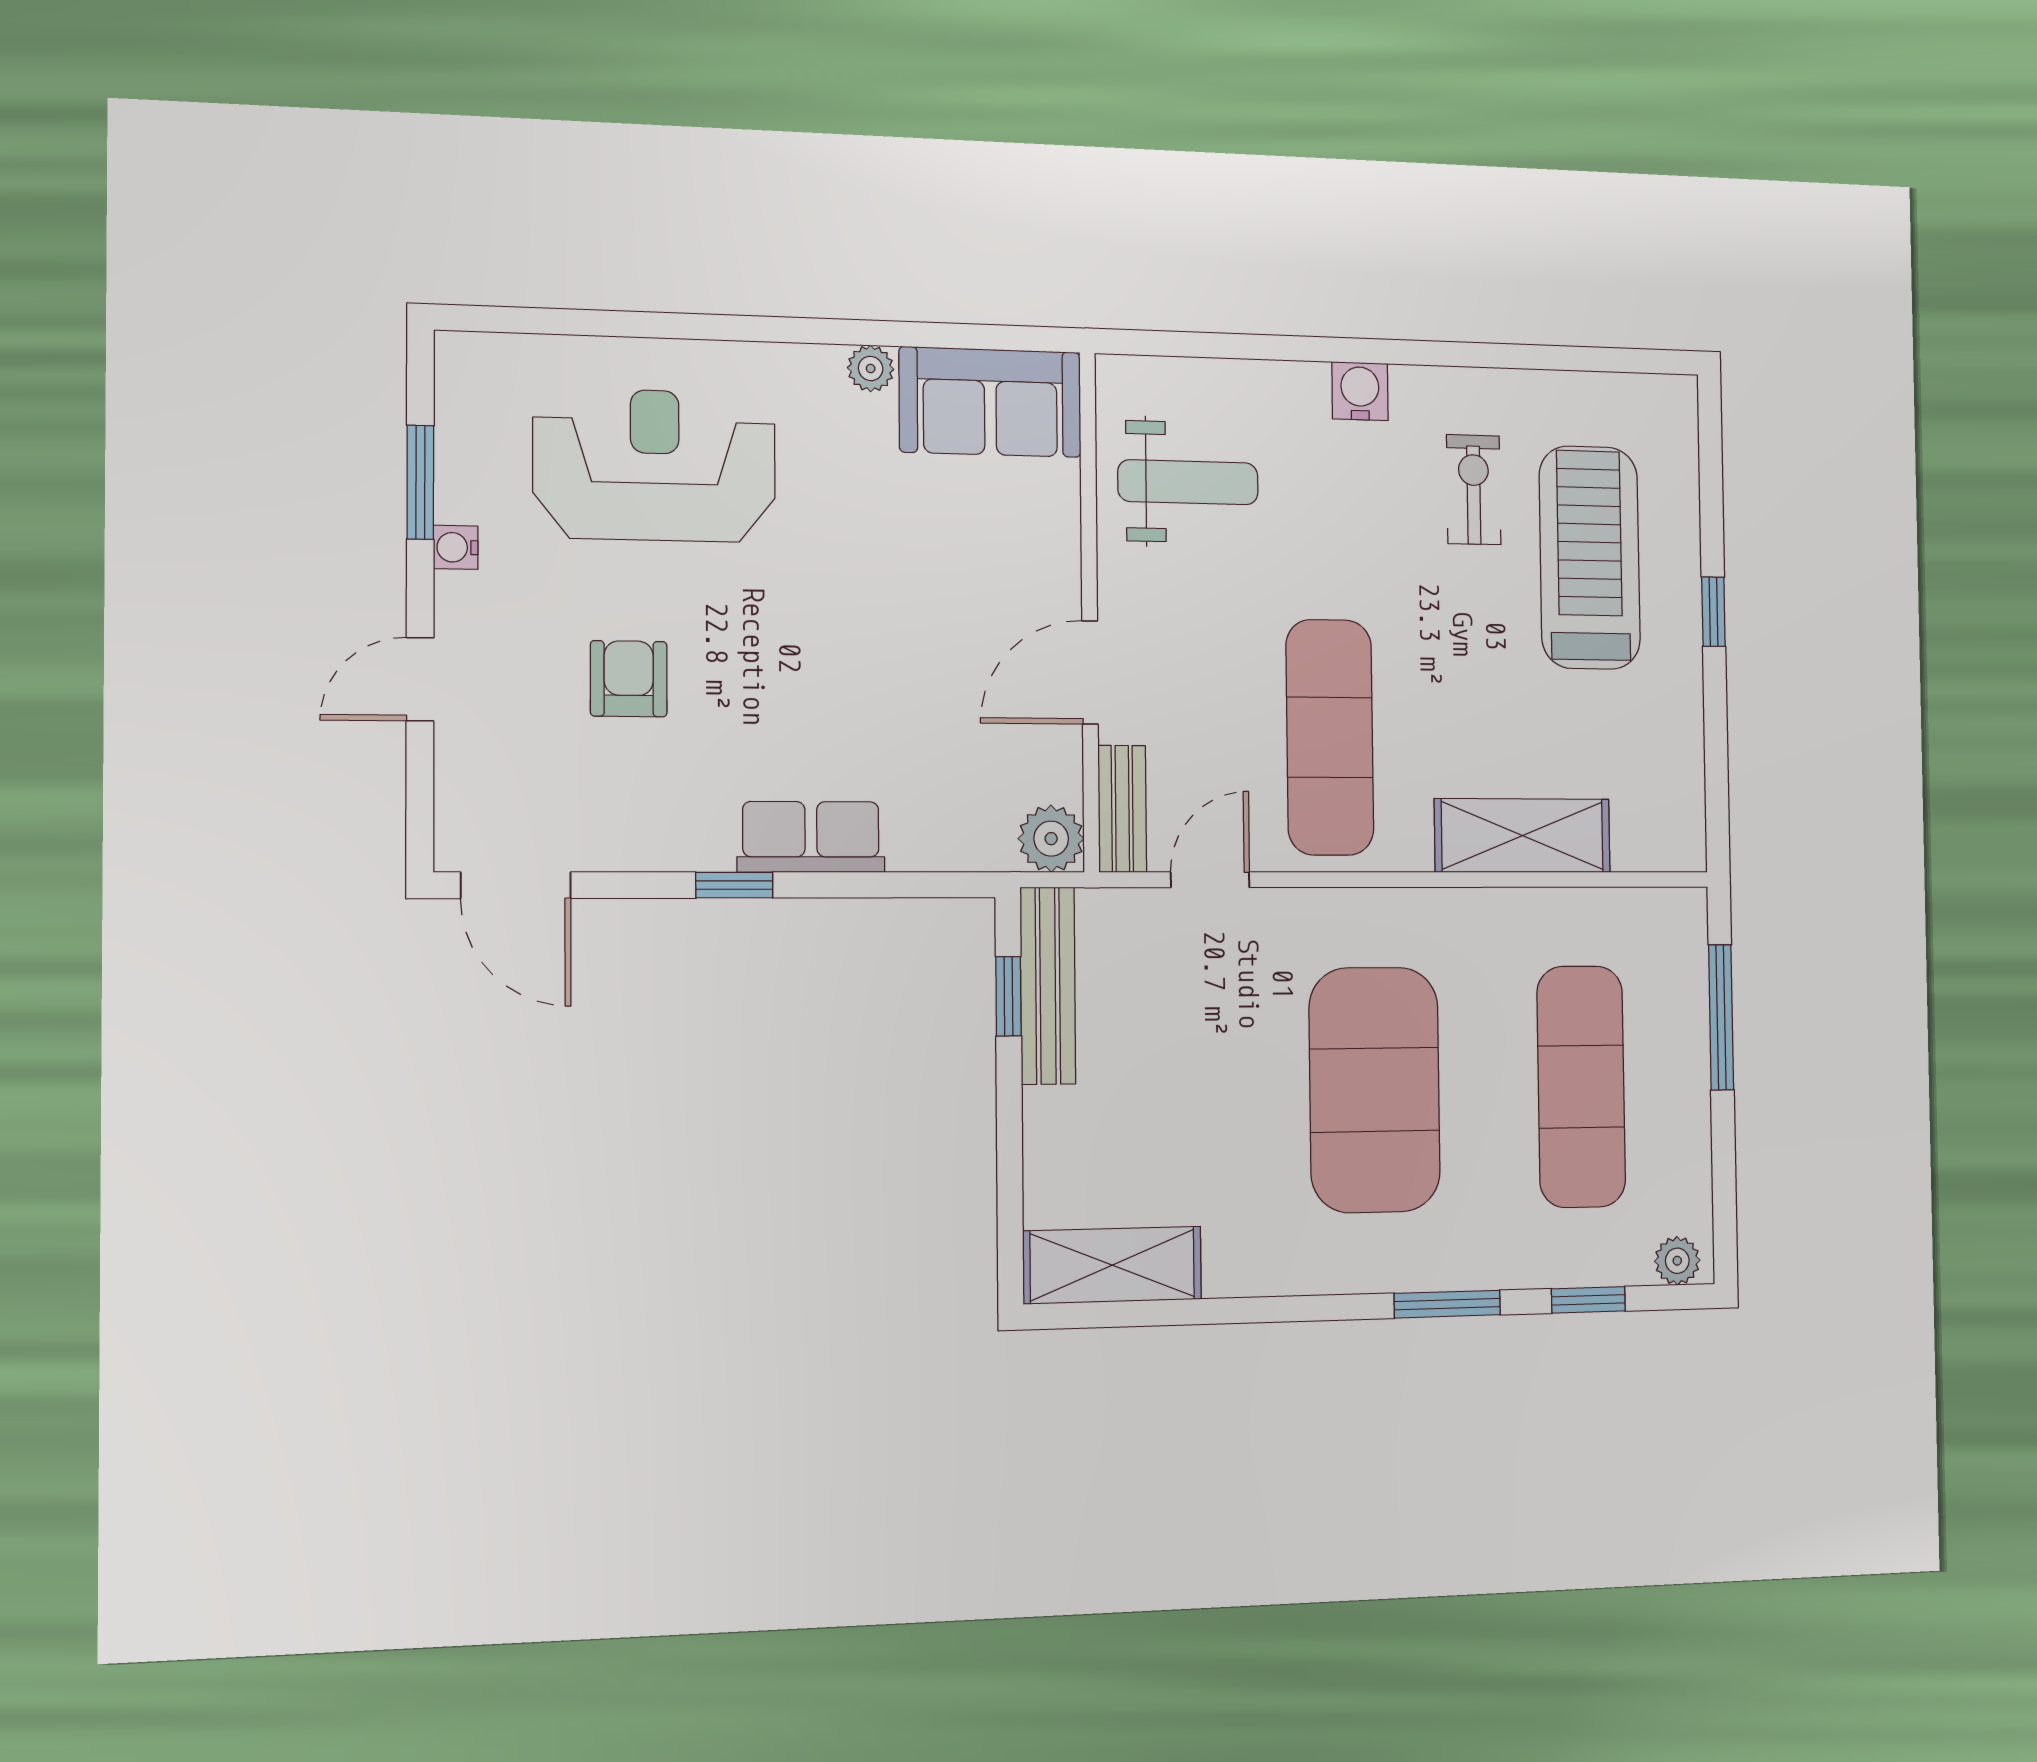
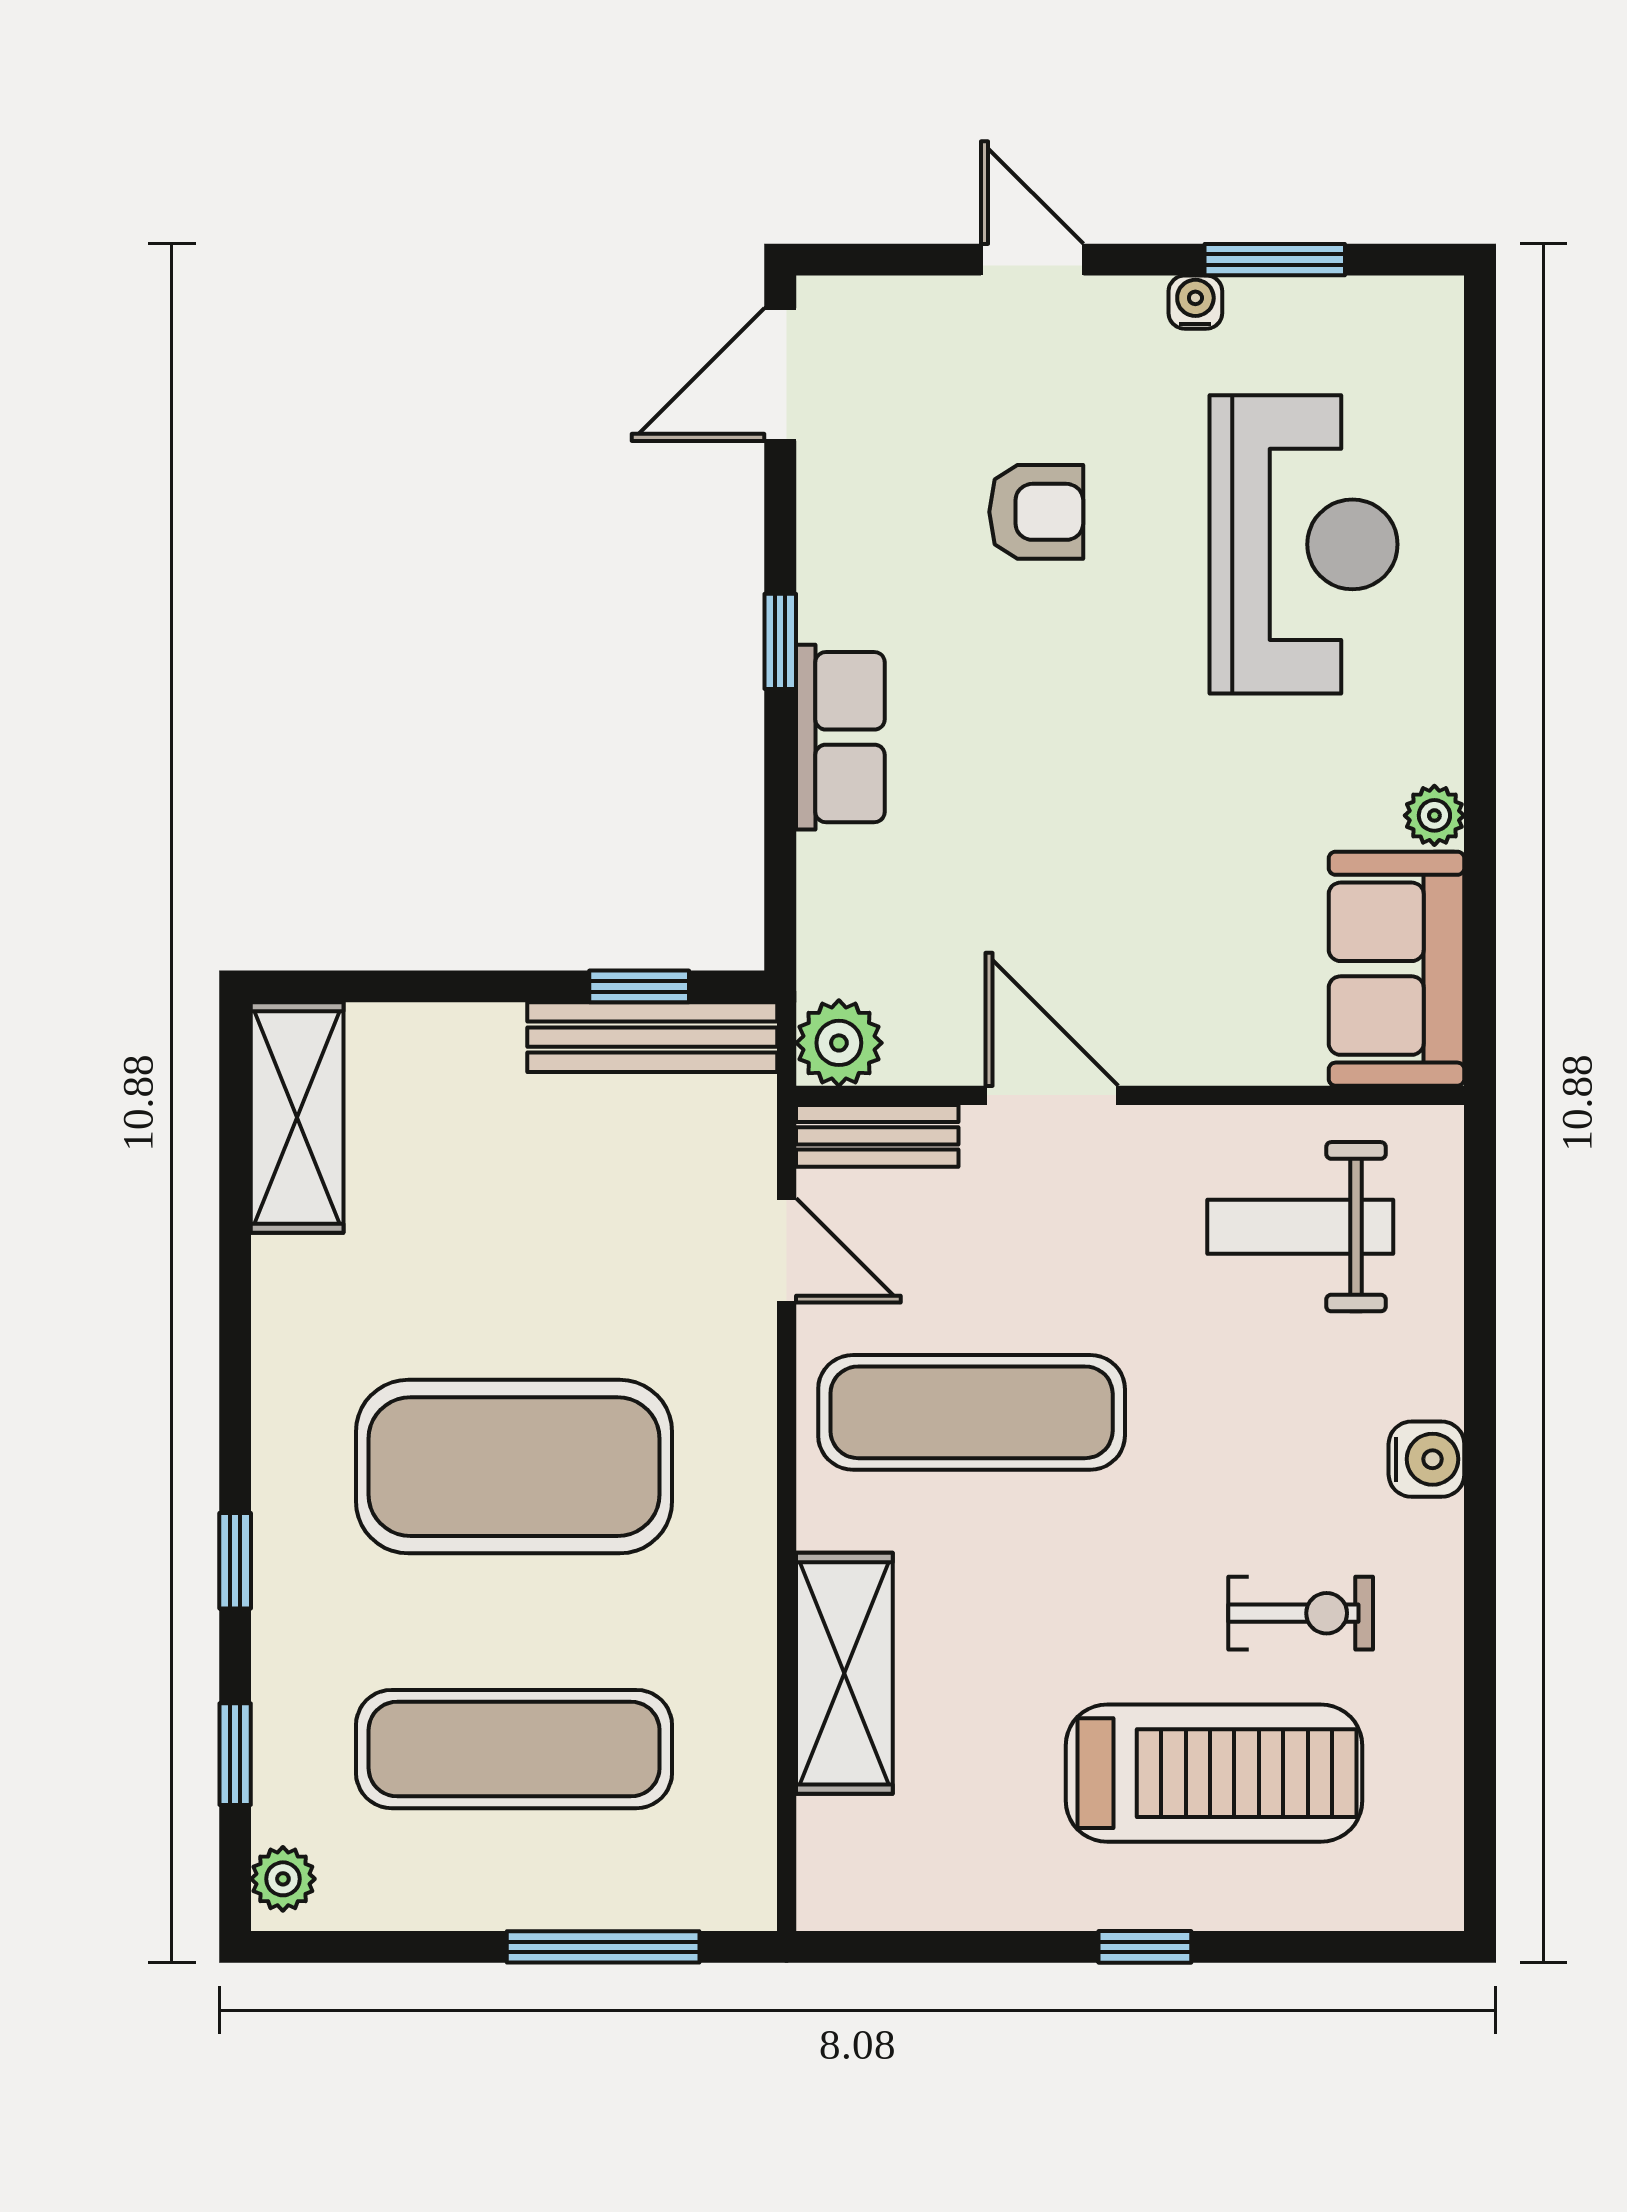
weight bench: (1188, 482) -> (1300, 1227), turned 90
window: (1447, 1304) -> (235, 1561), width x0.67

